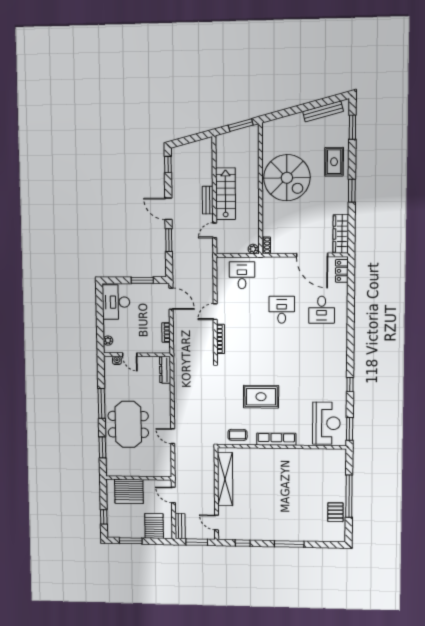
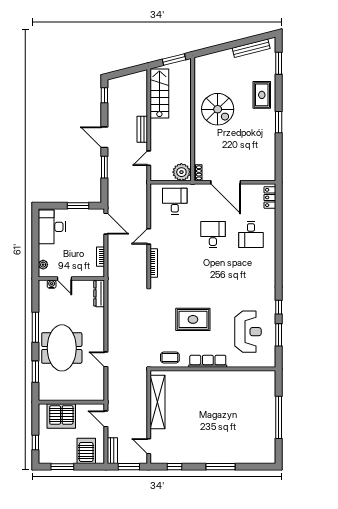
spiral stairs: (287, 178) -> (218, 109), width x0.73, depth x0.73
stairs: (226, 194) -> (159, 93), moved
wardrobe: (341, 234) -> (269, 163), removed
plant: (253, 249) -> (181, 172), width x1.88, depth x1.88
door: (312, 255) -> (226, 182), moved
reception desk: (326, 423) -> (248, 332), moved
window: (350, 429) -> (279, 335), moved
pallet: (335, 512) -> (266, 434), removed

